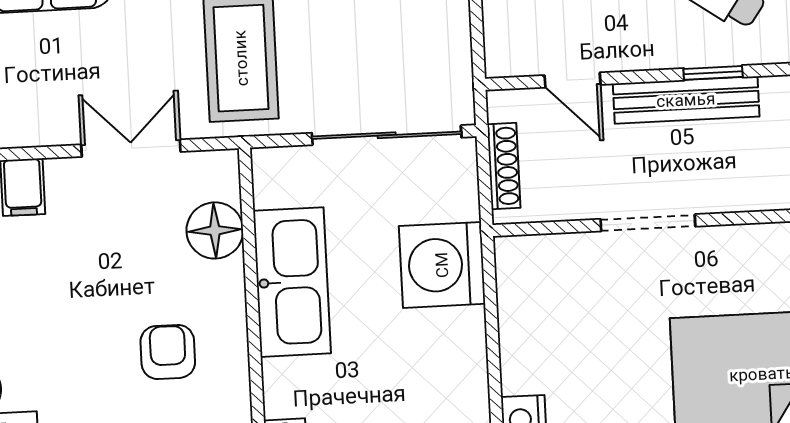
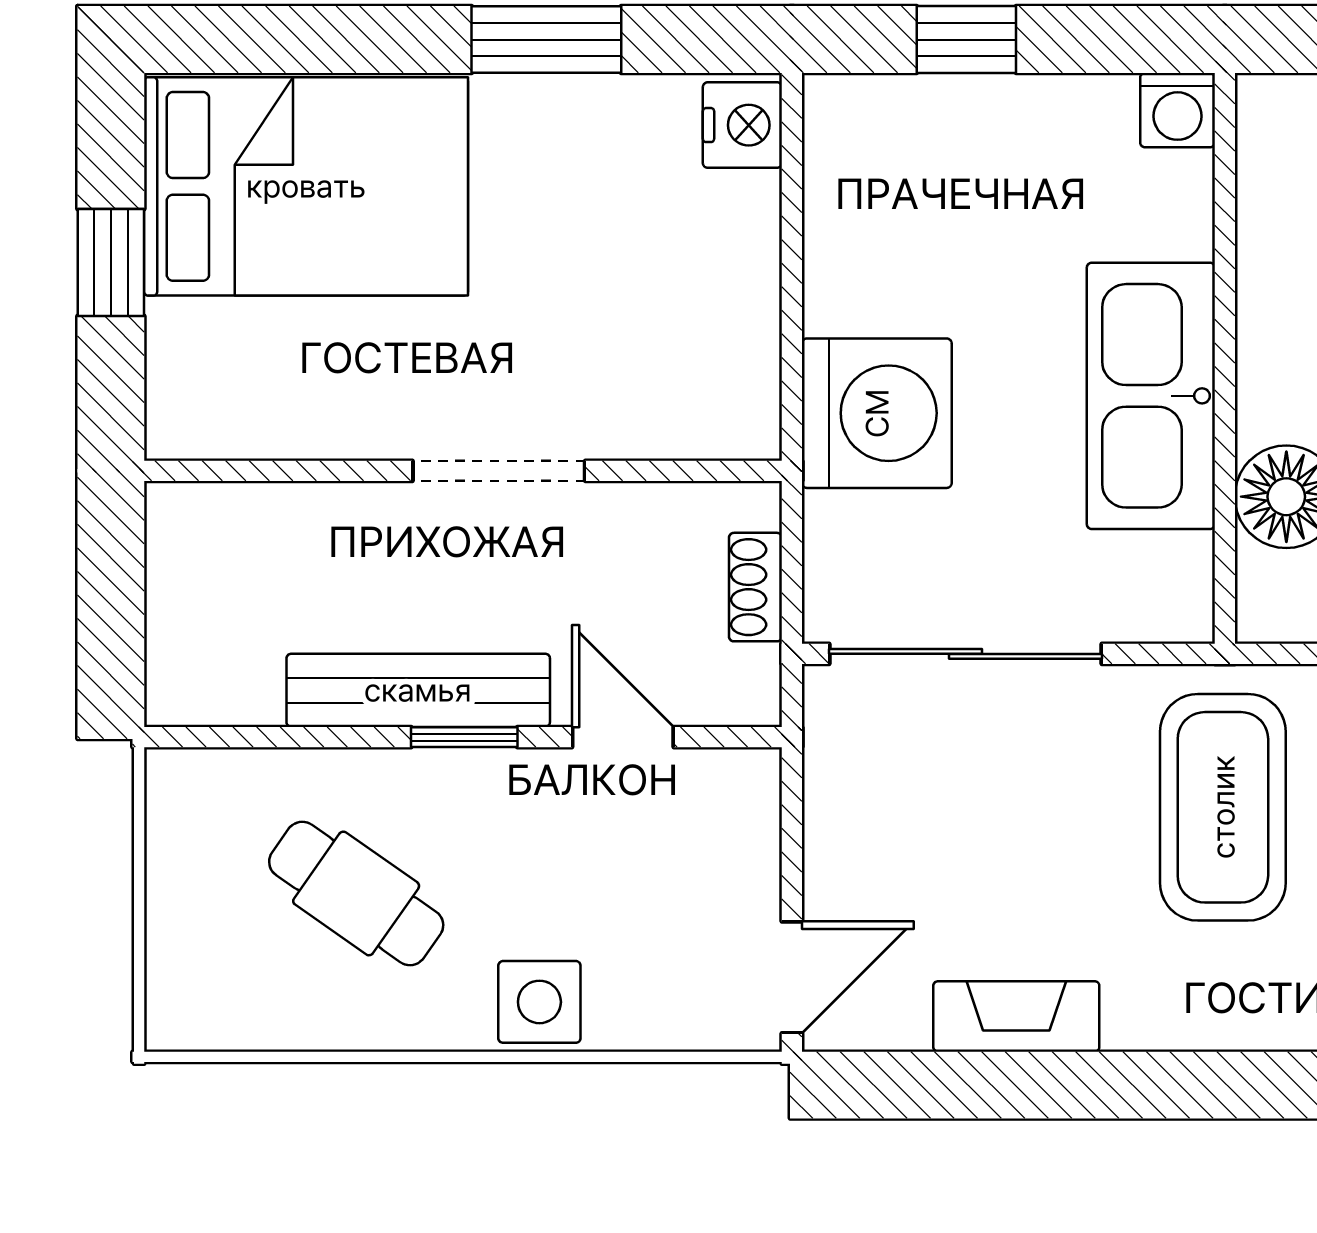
window: (713, 73) -> (464, 737), moved
shoe rack: (504, 166) -> (755, 587), width x0.70

